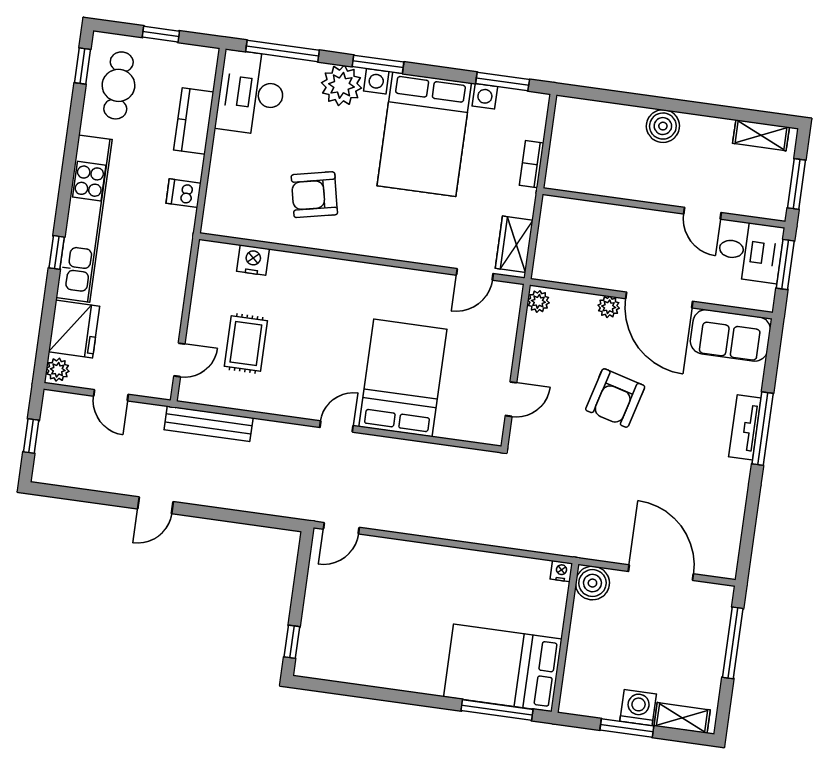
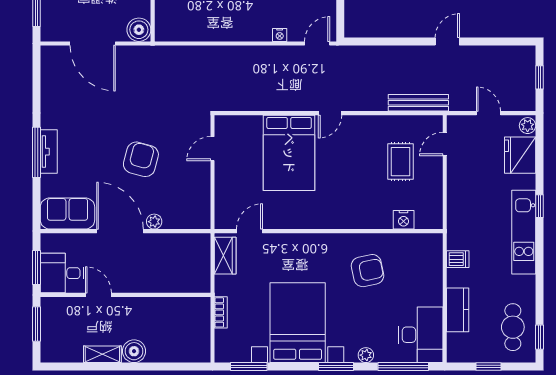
plant: (341, 85) -> (366, 355), width x0.53, depth x0.53
shelving: (761, 135) -> (102, 354), moved
kitchen unit: (84, 219) -> (524, 232), width x0.73
plant: (538, 301) -> (203, 219), removed
nightstand: (561, 571) -> (280, 35), moved

